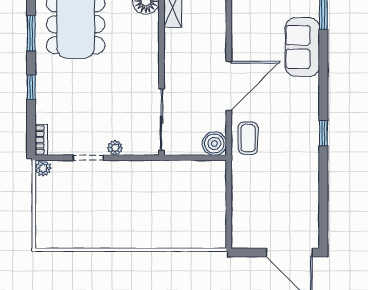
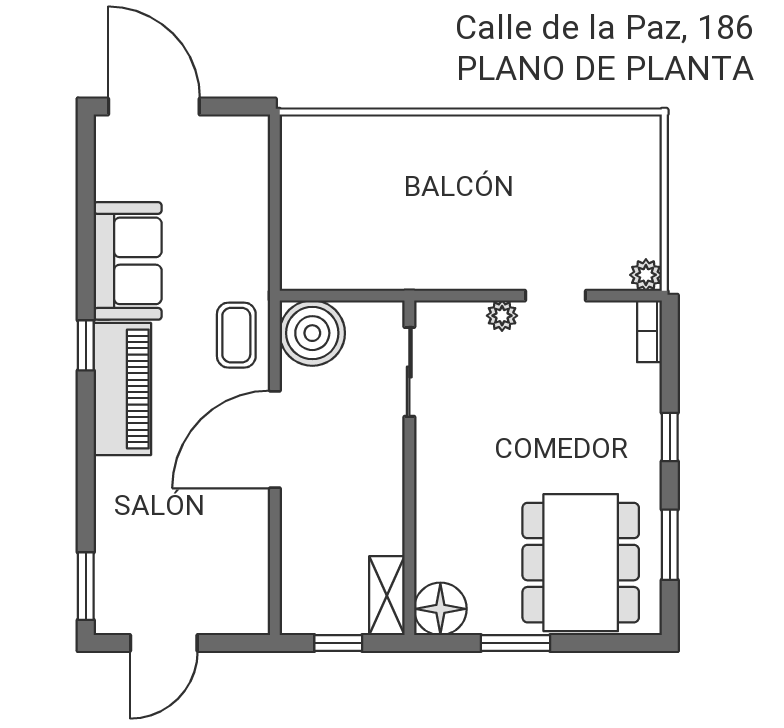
sofa: (302, 47) -> (128, 261), moved
piano: (305, 111) -> (122, 389), added
sliding door: (161, 120) -> (409, 372), width x0.73
boiler: (214, 144) -> (312, 333), width x1.37, depth x1.37

